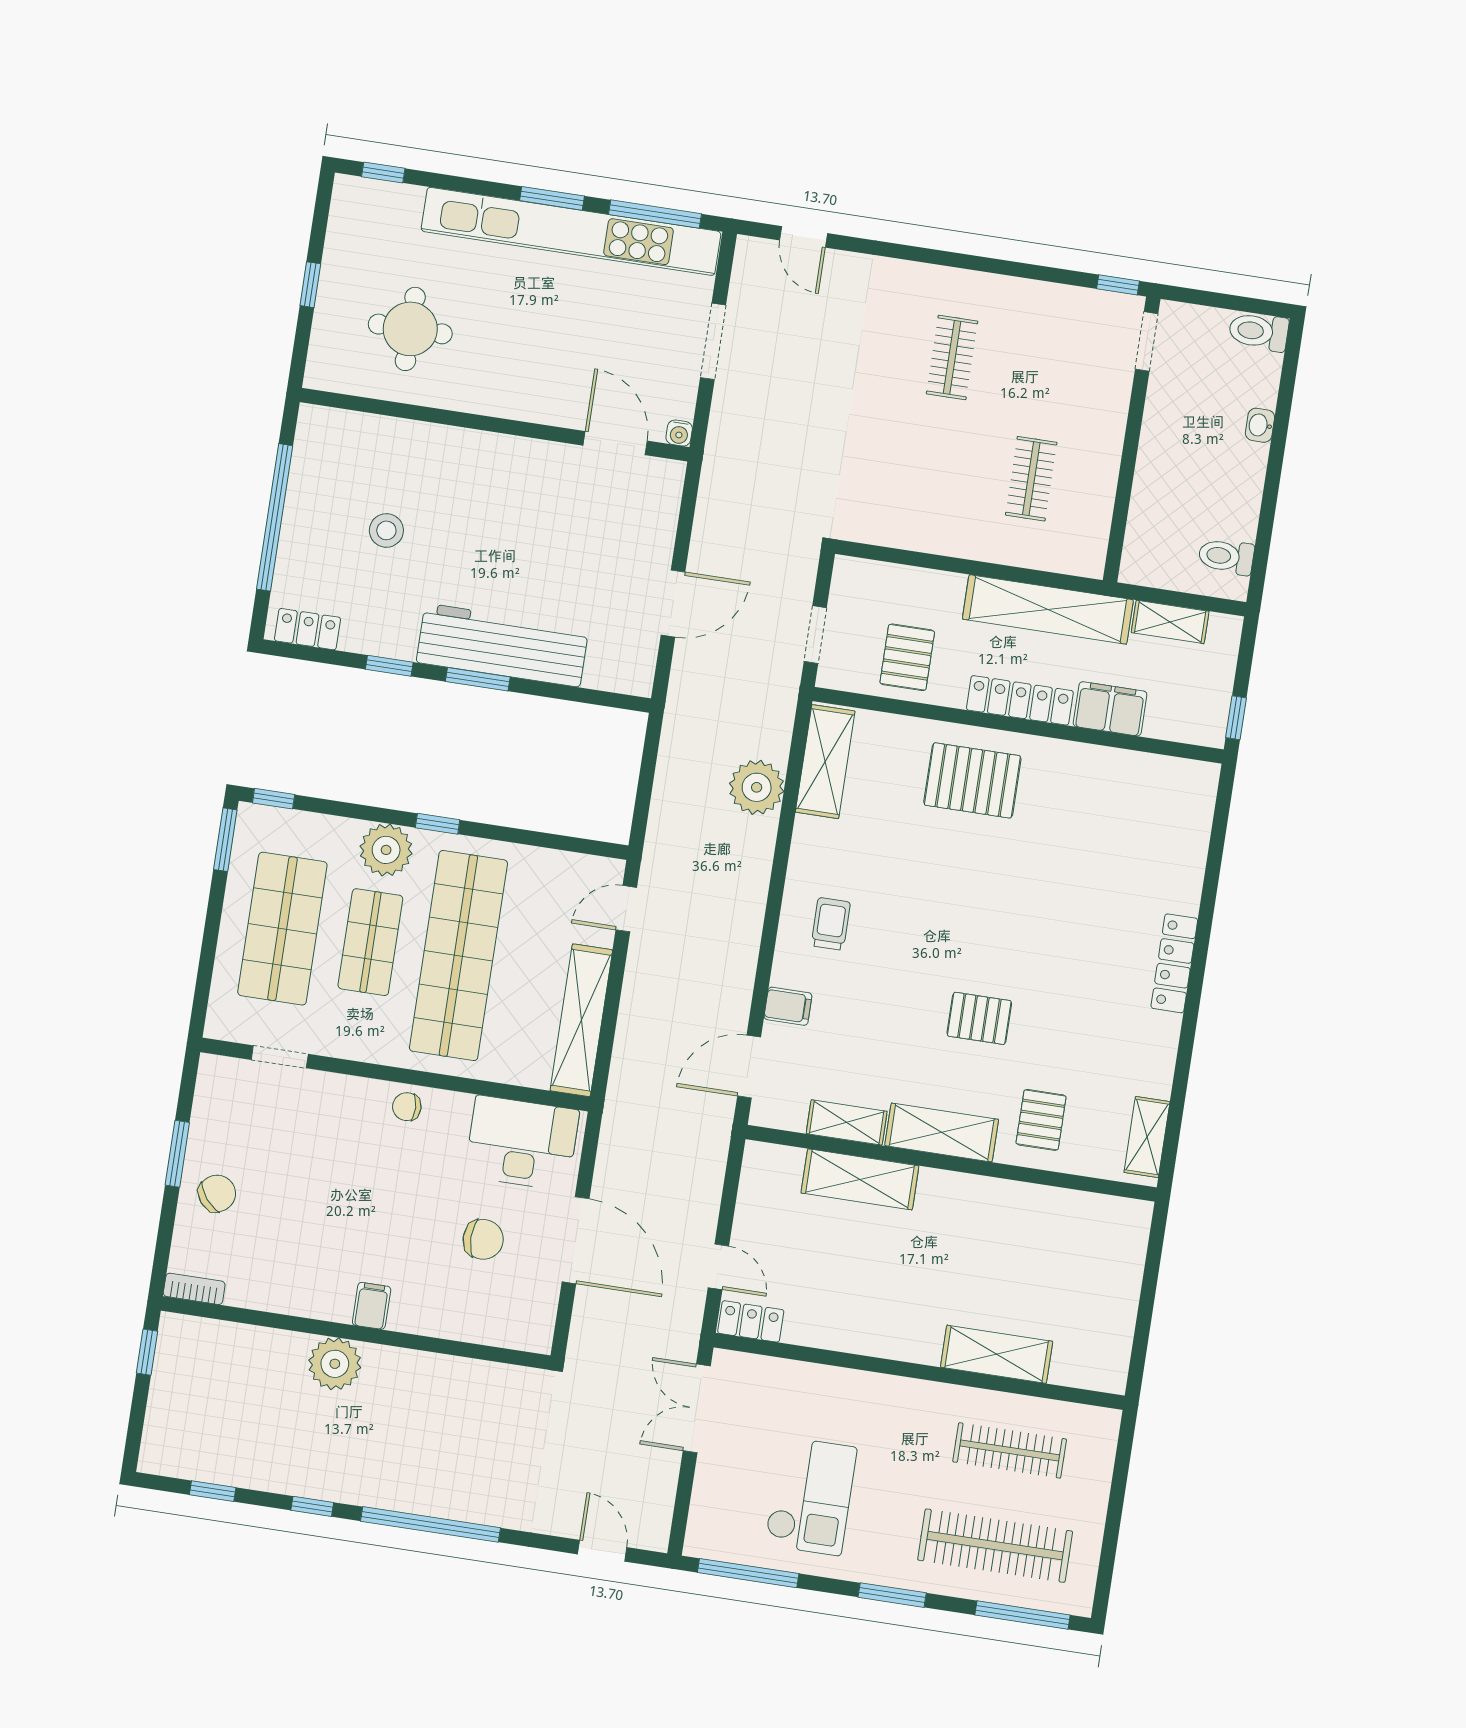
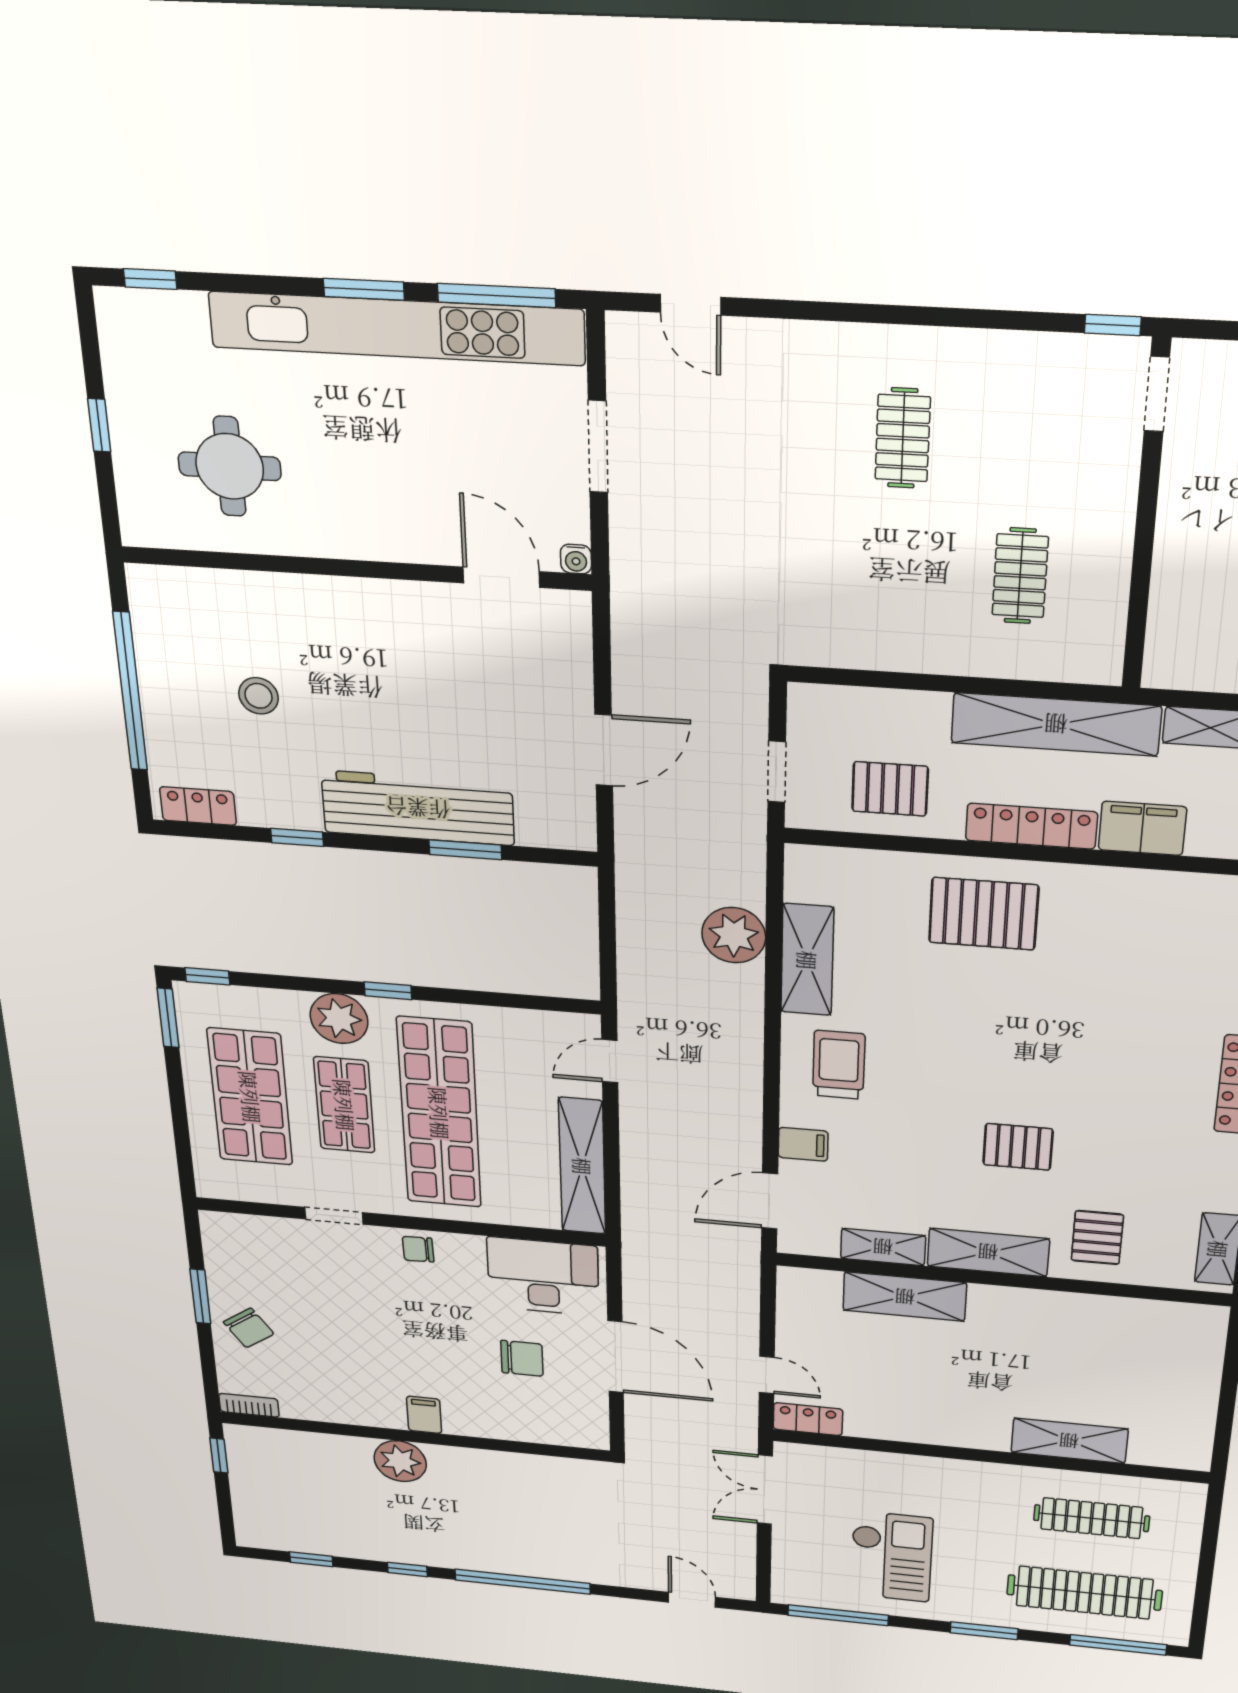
pallet: (907, 657) -> (890, 789), turned 90
window: (478, 679) -> (465, 850), moved
shelving: (825, 762) -> (807, 960), moved
trolley: (831, 924) -> (839, 1065), width x1.36, depth x1.39
doorway: (280, 1057) -> (334, 1216), moved
chair: (217, 1193) -> (249, 1328), turned 94

